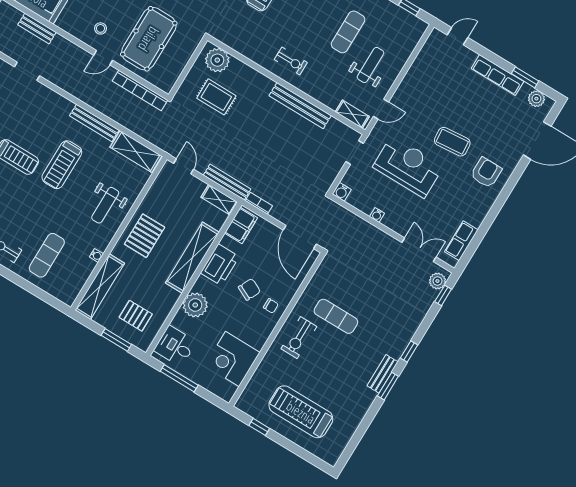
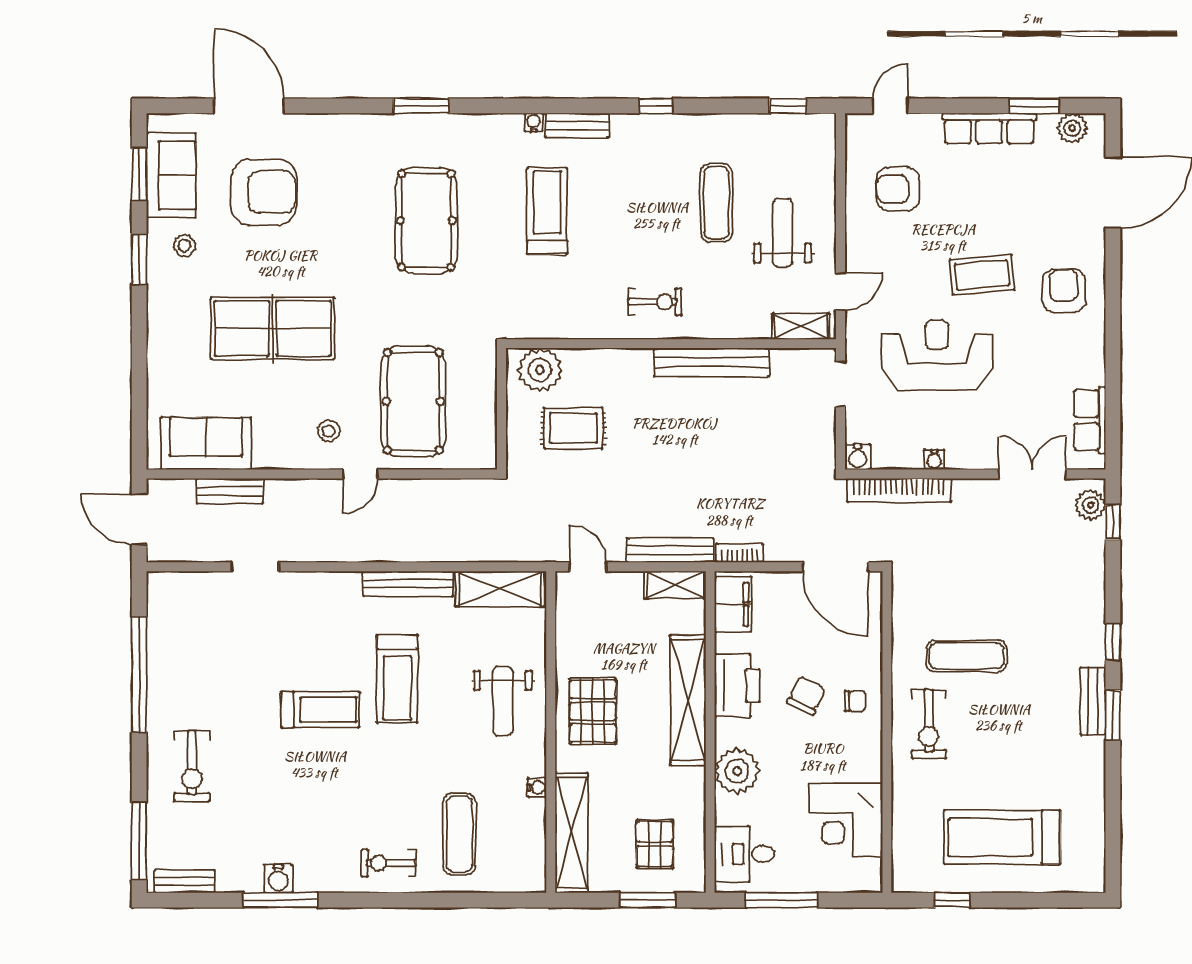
armchair: (437, 77) -> (898, 189), added
bookcase: (140, 91) -> (899, 490), moved
pallet: (136, 316) -> (655, 844), turned 90

